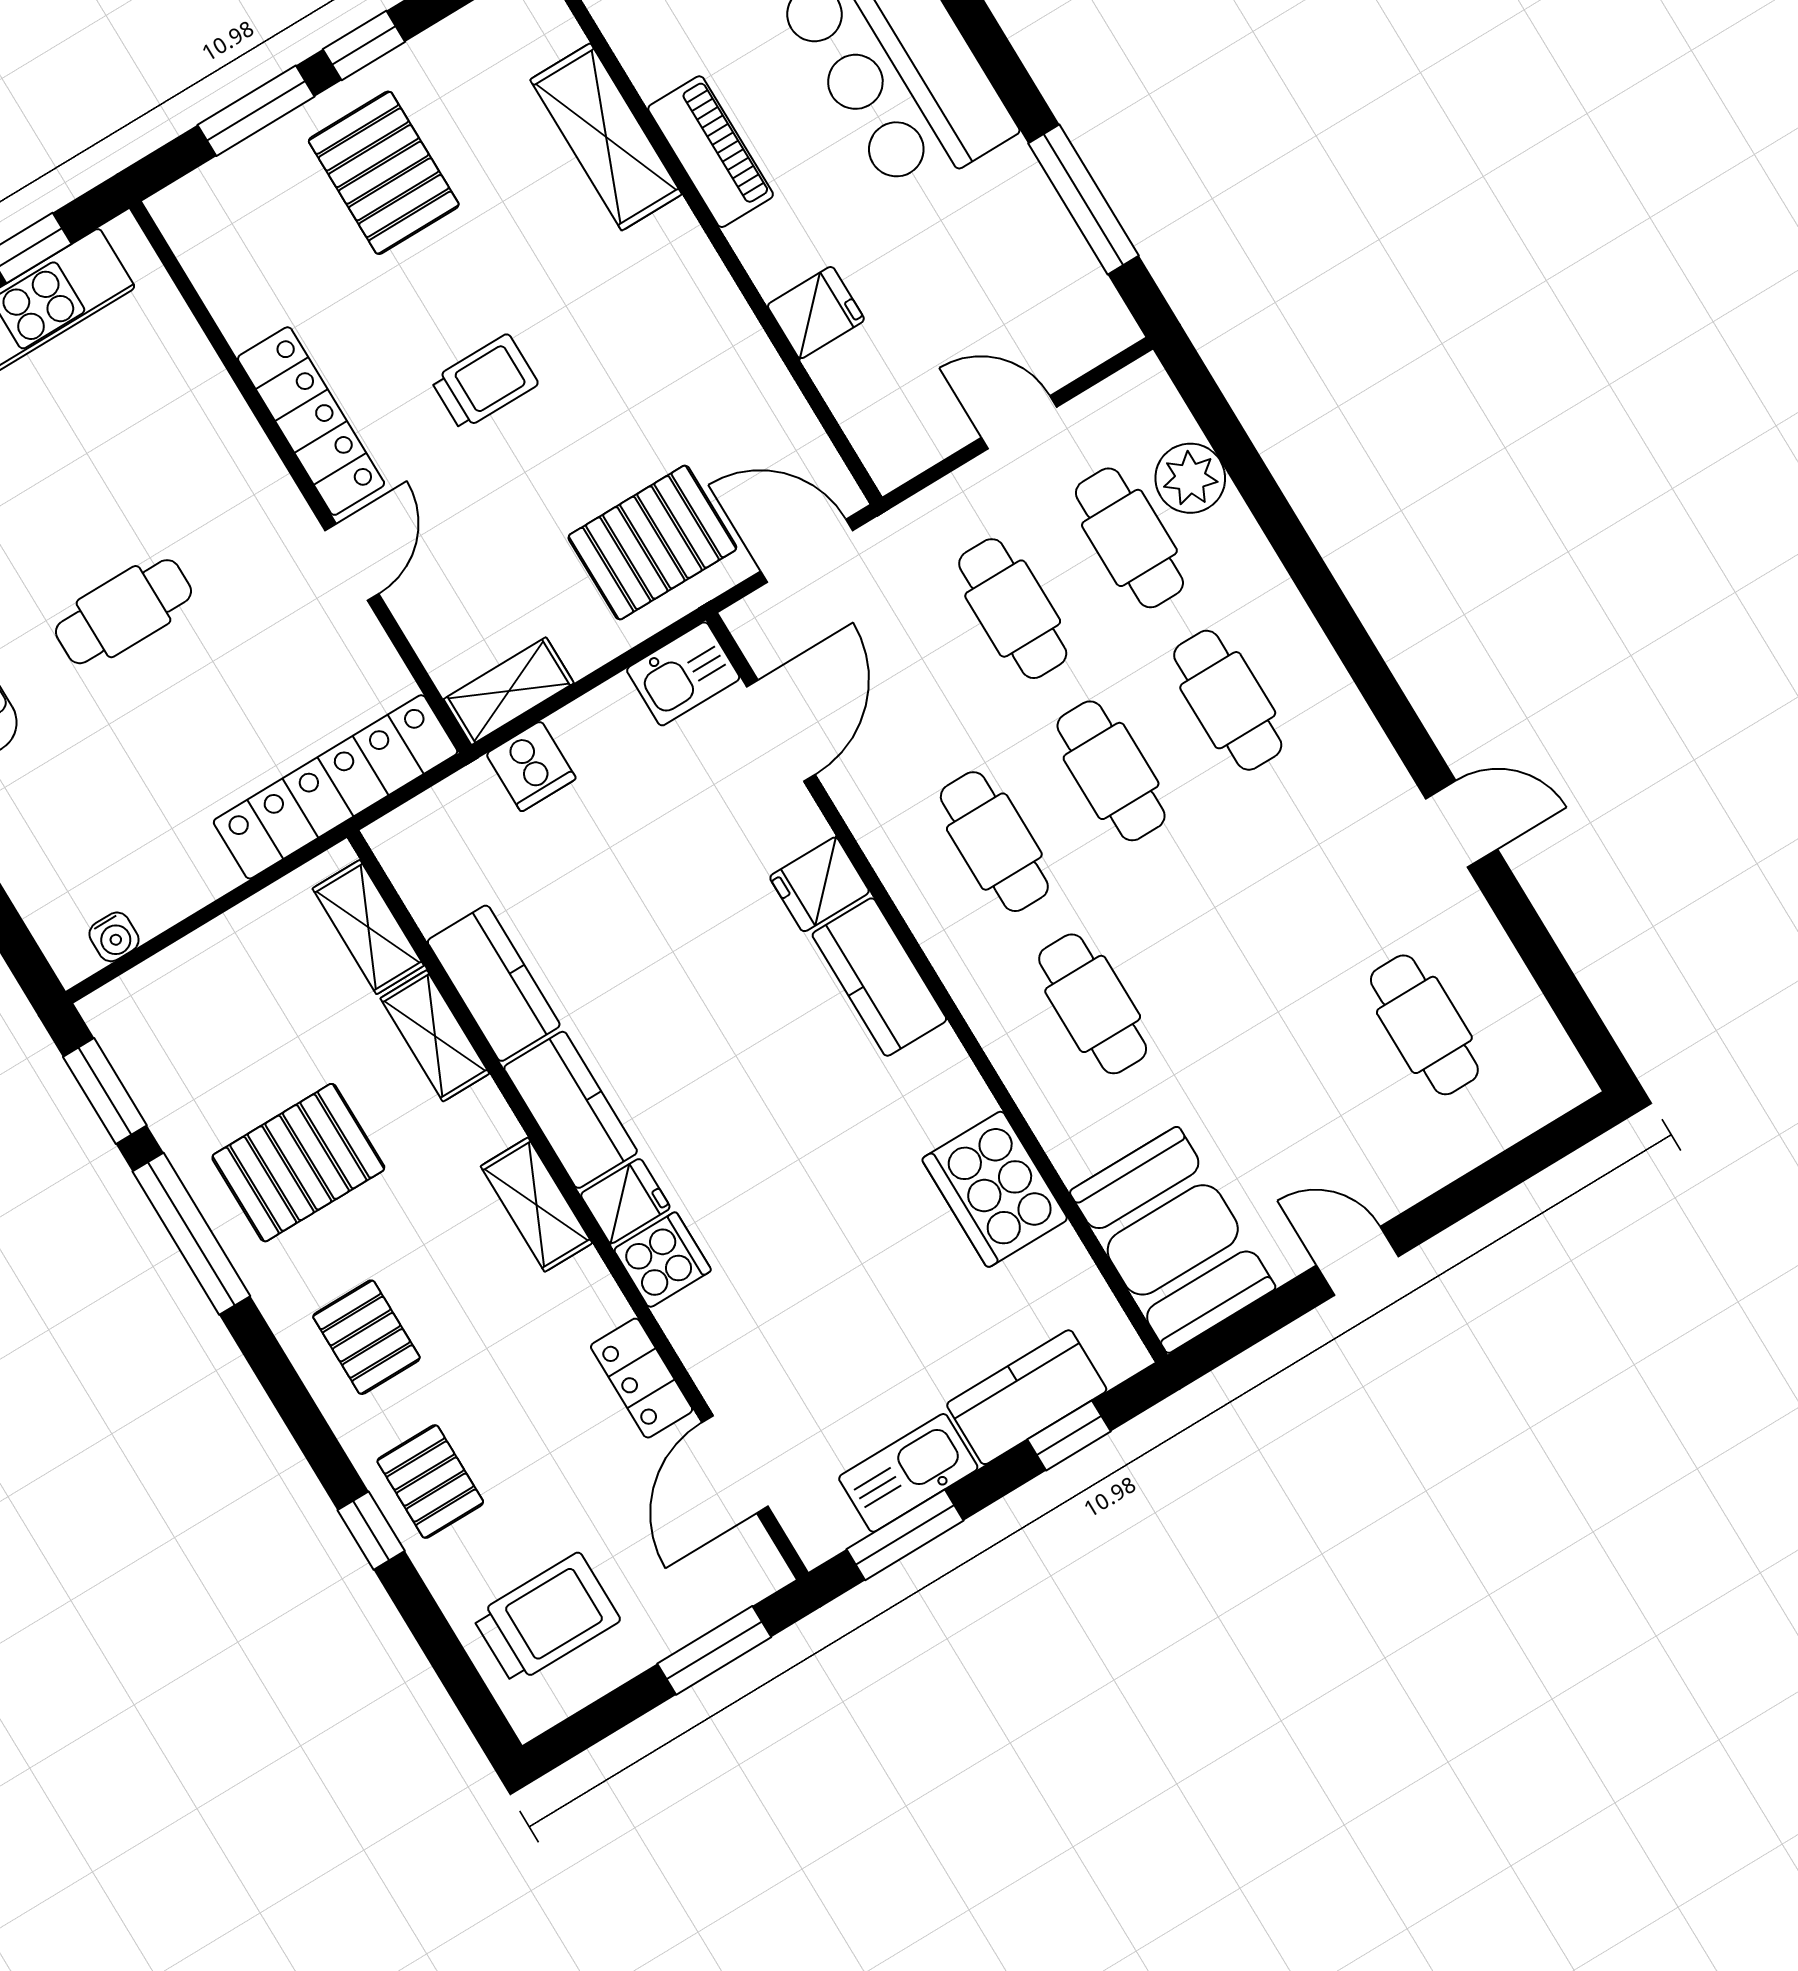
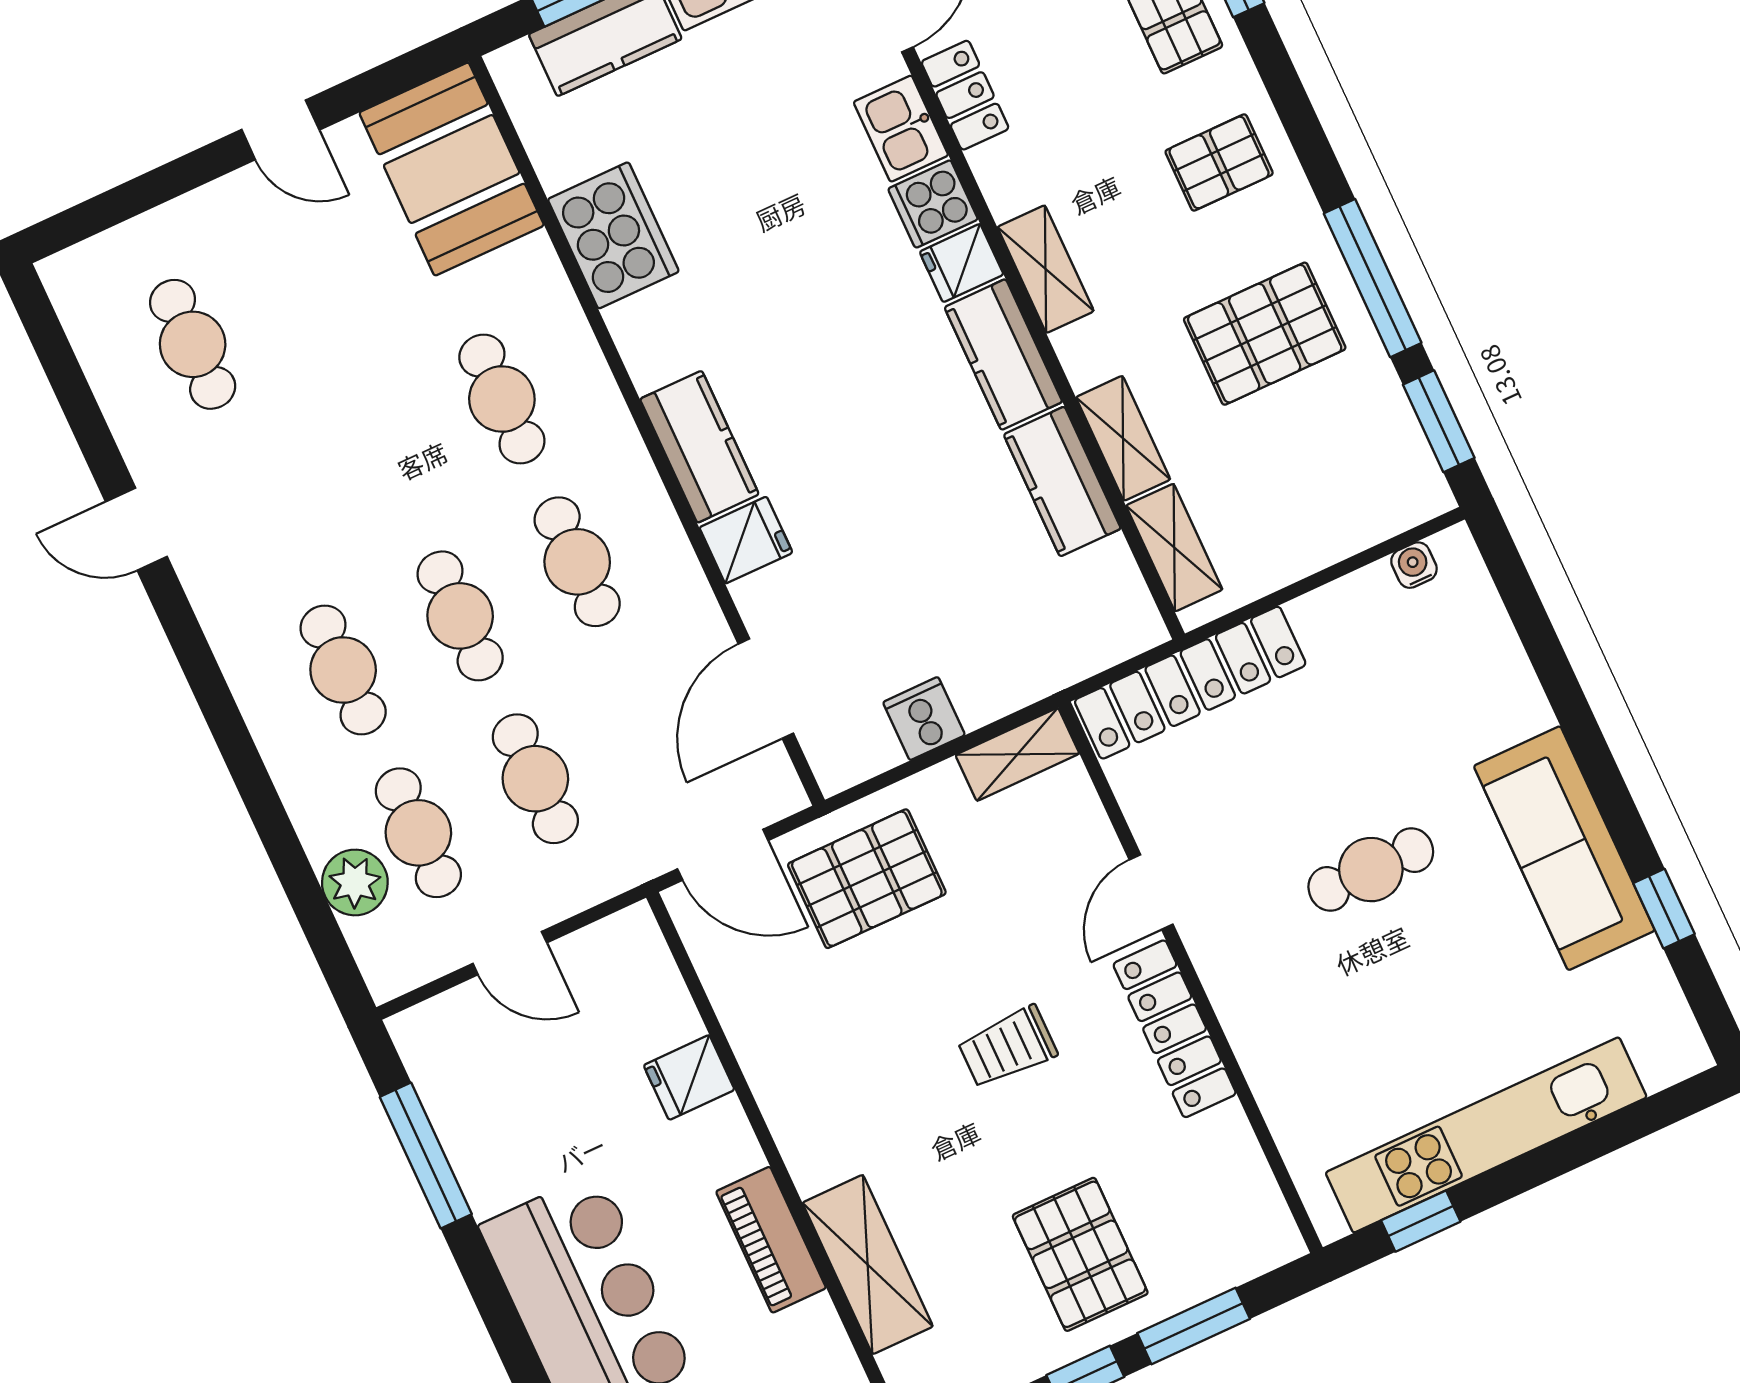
kitchen sink: (683, 674) -> (901, 129), moved, turned -90
cooker: (531, 766) -> (924, 719), moved
pallet: (366, 1337) -> (1219, 162), turned 90

